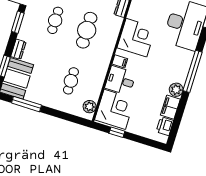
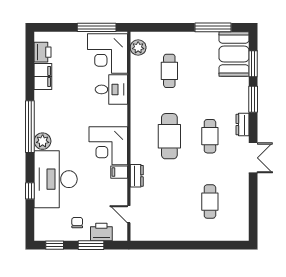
window: (18, 22) -> (253, 99), moved
dresser: (18, 49) -> (243, 125), moved
filing cabinet: (120, 61) -> (119, 172), moved
plant: (176, 90) -> (43, 141), moved
window: (117, 132) -> (97, 27), width x2.17

